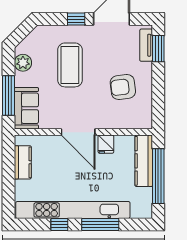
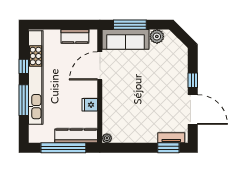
coffee table: (70, 65) -> (155, 75), removed
armchair: (123, 87) -> (137, 119), removed
sofa: (26, 108) -> (125, 39), width x1.36
plant: (147, 123) -> (107, 138), added
door: (78, 132) -> (100, 66), moved

